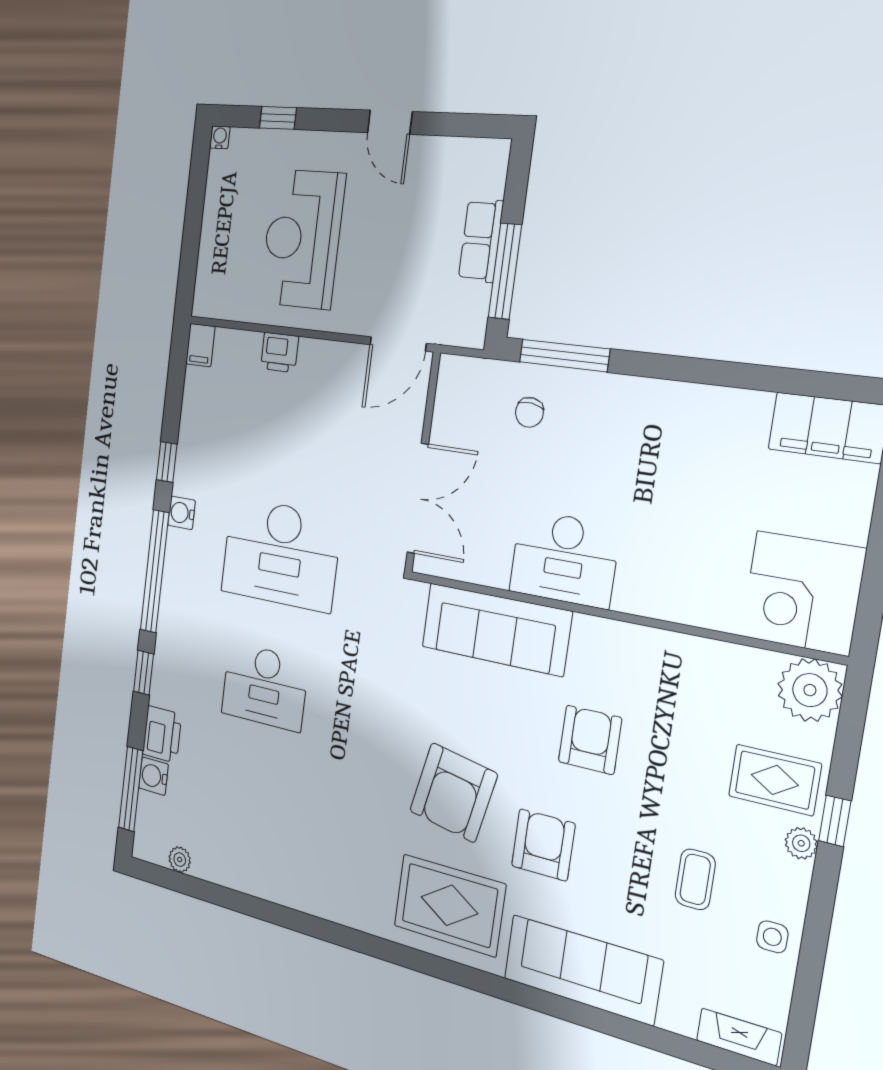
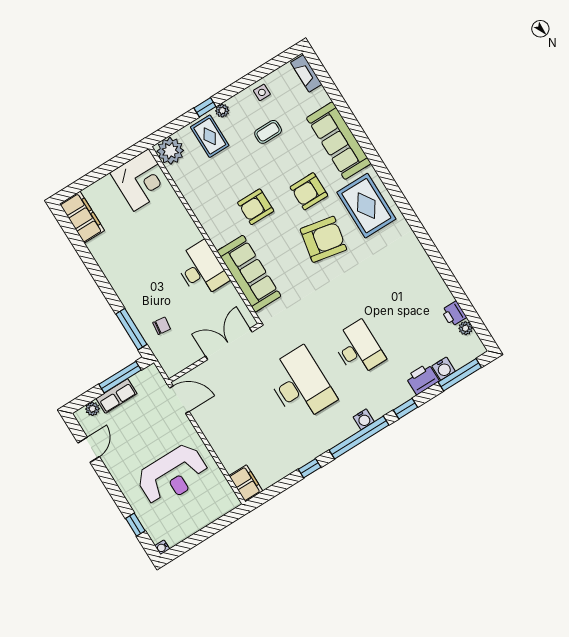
door: (390, 122) -> (89, 450), moved
plant: (492, 181) -> (92, 409), added
filing cabinet: (200, 345) -> (246, 483), width x2.00
printer: (279, 352) -> (454, 314), moved, turned 180
water cooler: (182, 513) -> (364, 419), moved

